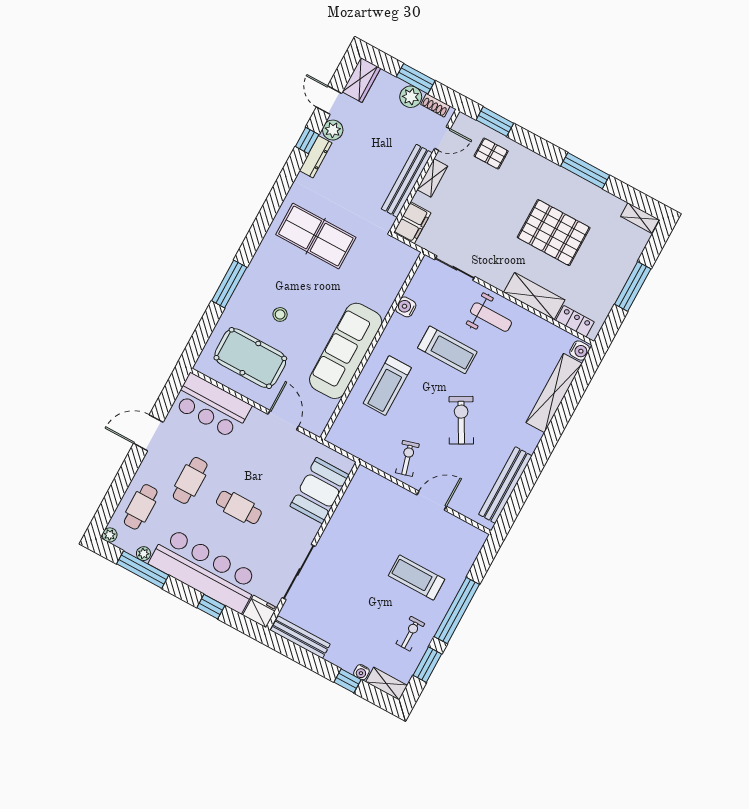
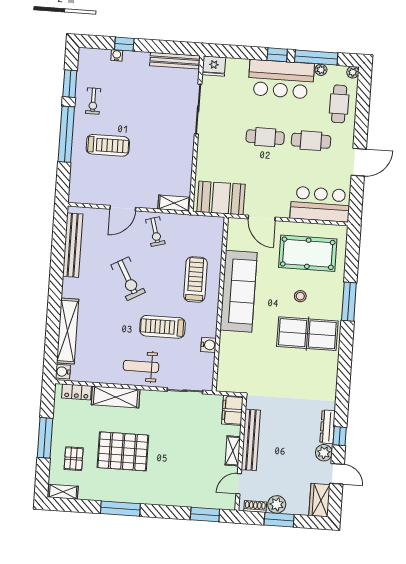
pallet: (491, 154) -> (74, 459), moved, turned 90
table tennis table: (316, 236) -> (307, 334), moved
cafe table: (190, 480) -> (311, 141), turned 90
booth: (319, 490) -> (221, 198), moved, turned 90
bar counter: (205, 570) -> (281, 79), width x0.73
window: (211, 607) -> (277, 55), moved
shelving: (386, 684) -> (174, 203), moved

